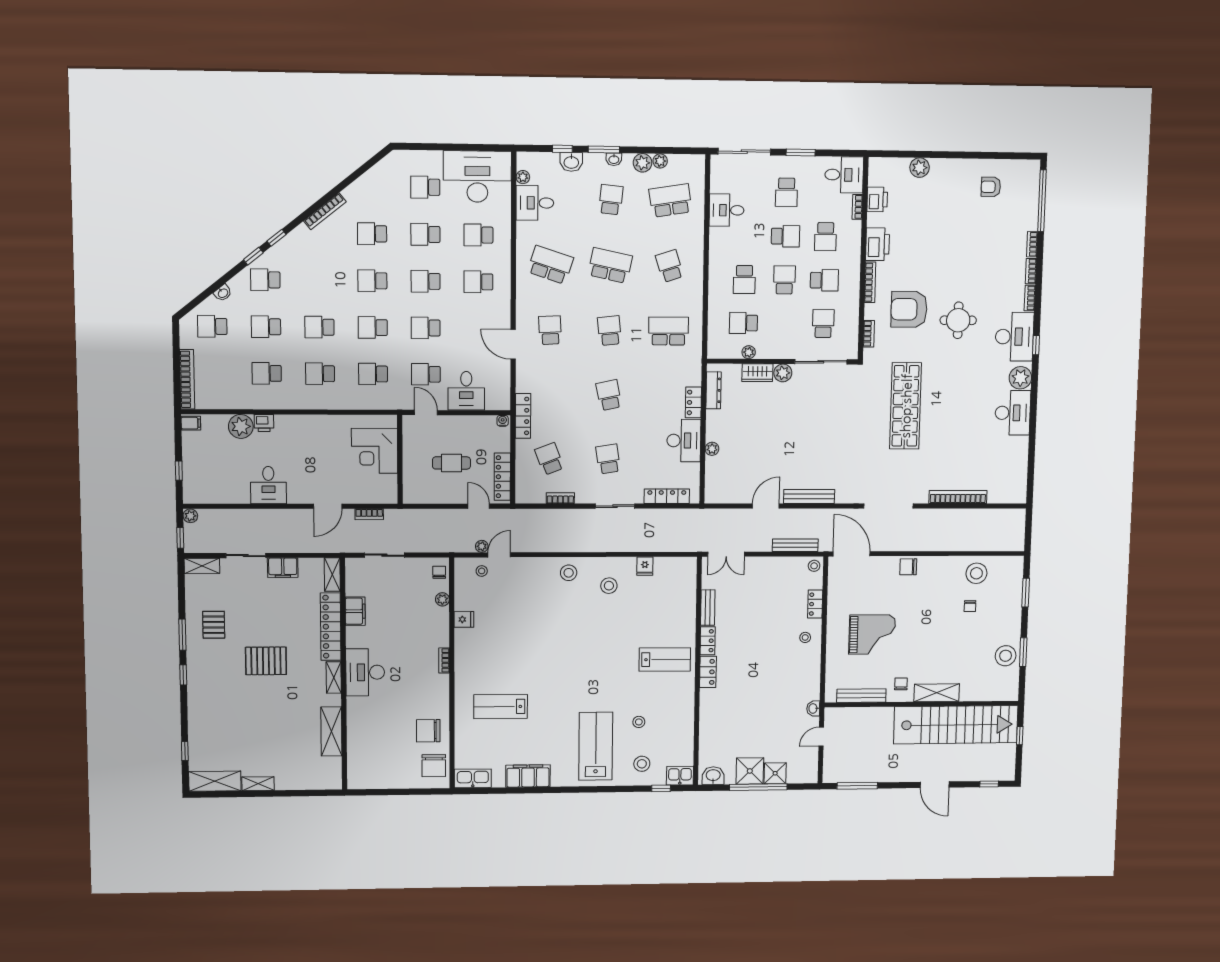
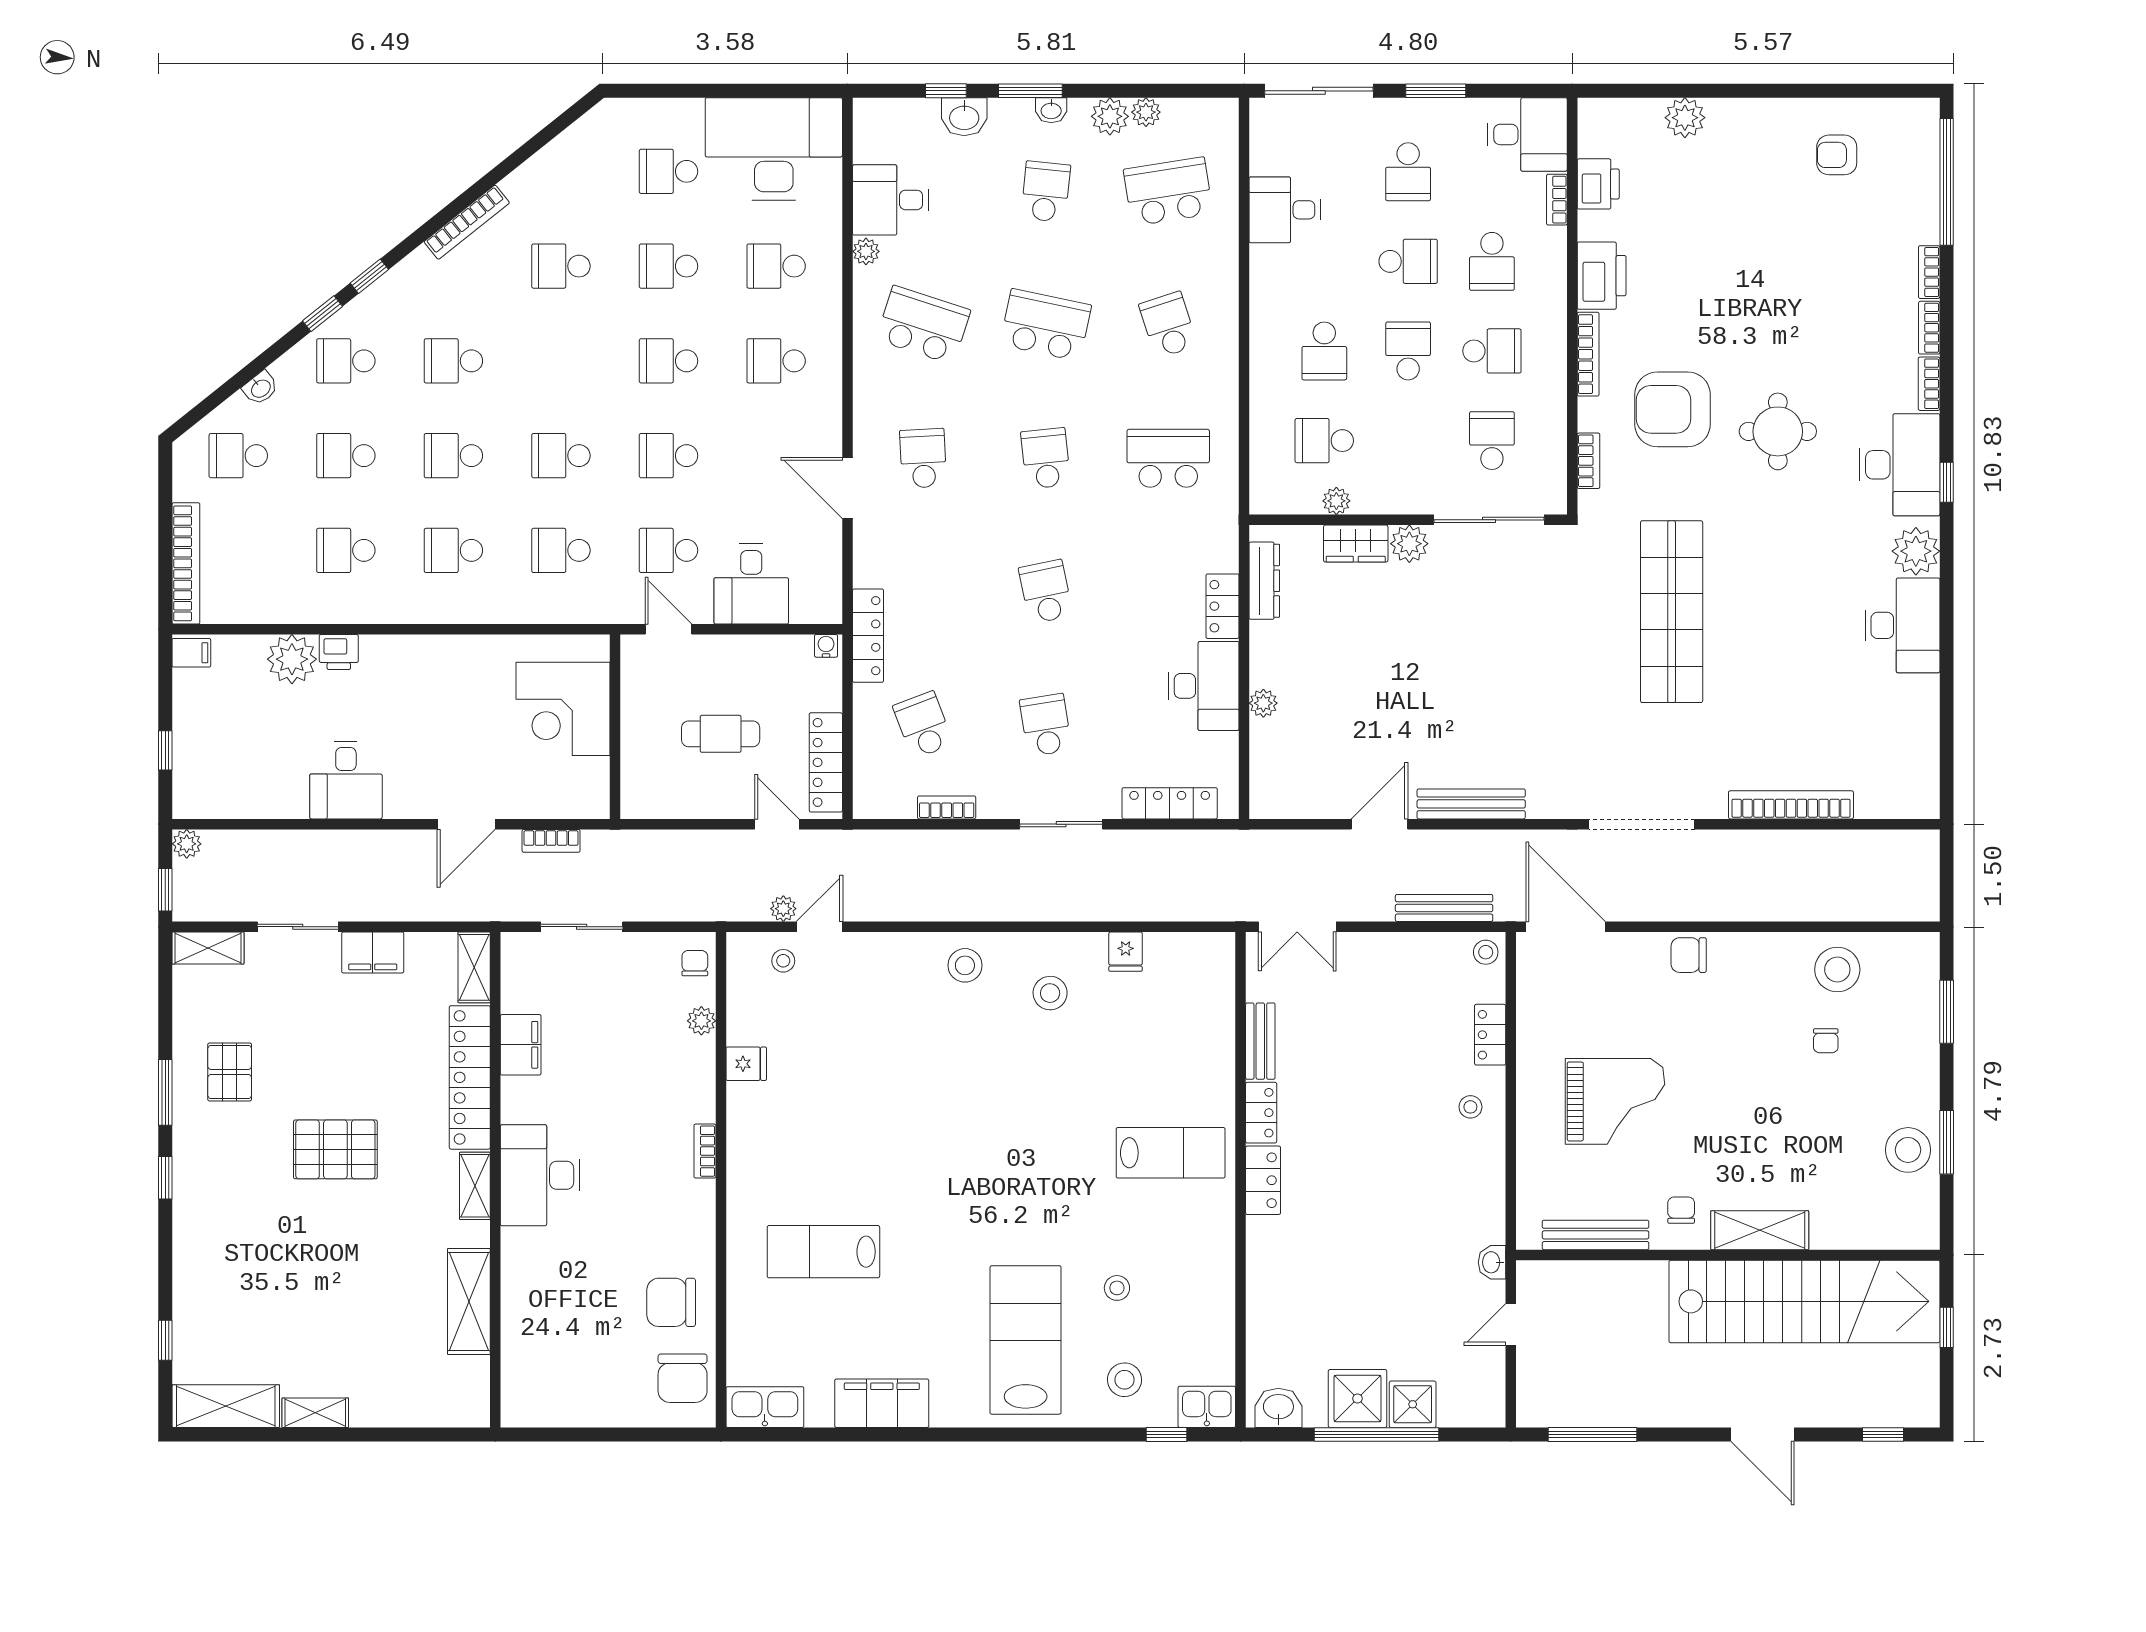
plant: (523, 177) -> (866, 251), moved
school desk: (372, 281) -> (453, 361), moved

